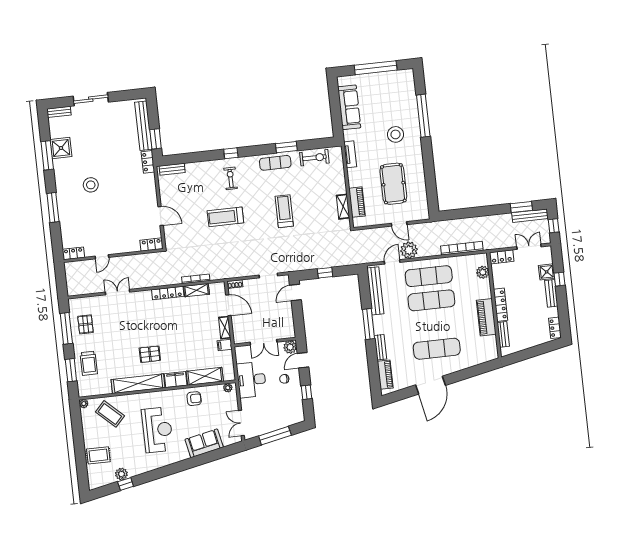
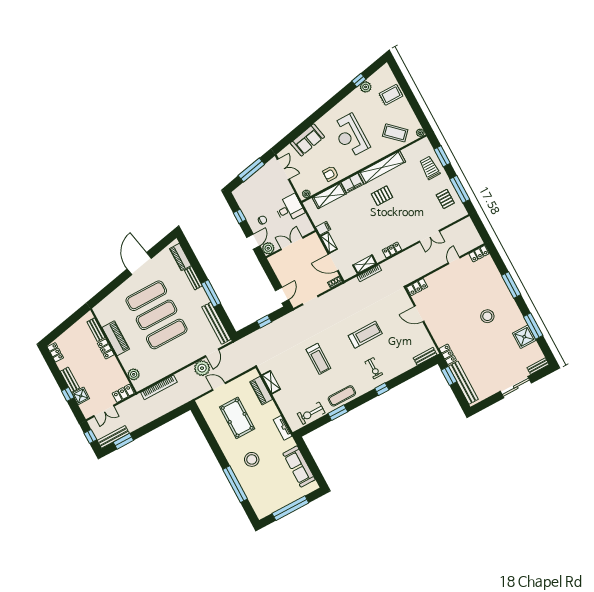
exercise mat: (429, 276) -> (157, 315), moved
locker: (168, 293) -> (392, 250), width x0.66
locker: (501, 305) -> (106, 349), width x0.66
desk: (251, 380) -> (289, 208), width x0.73

